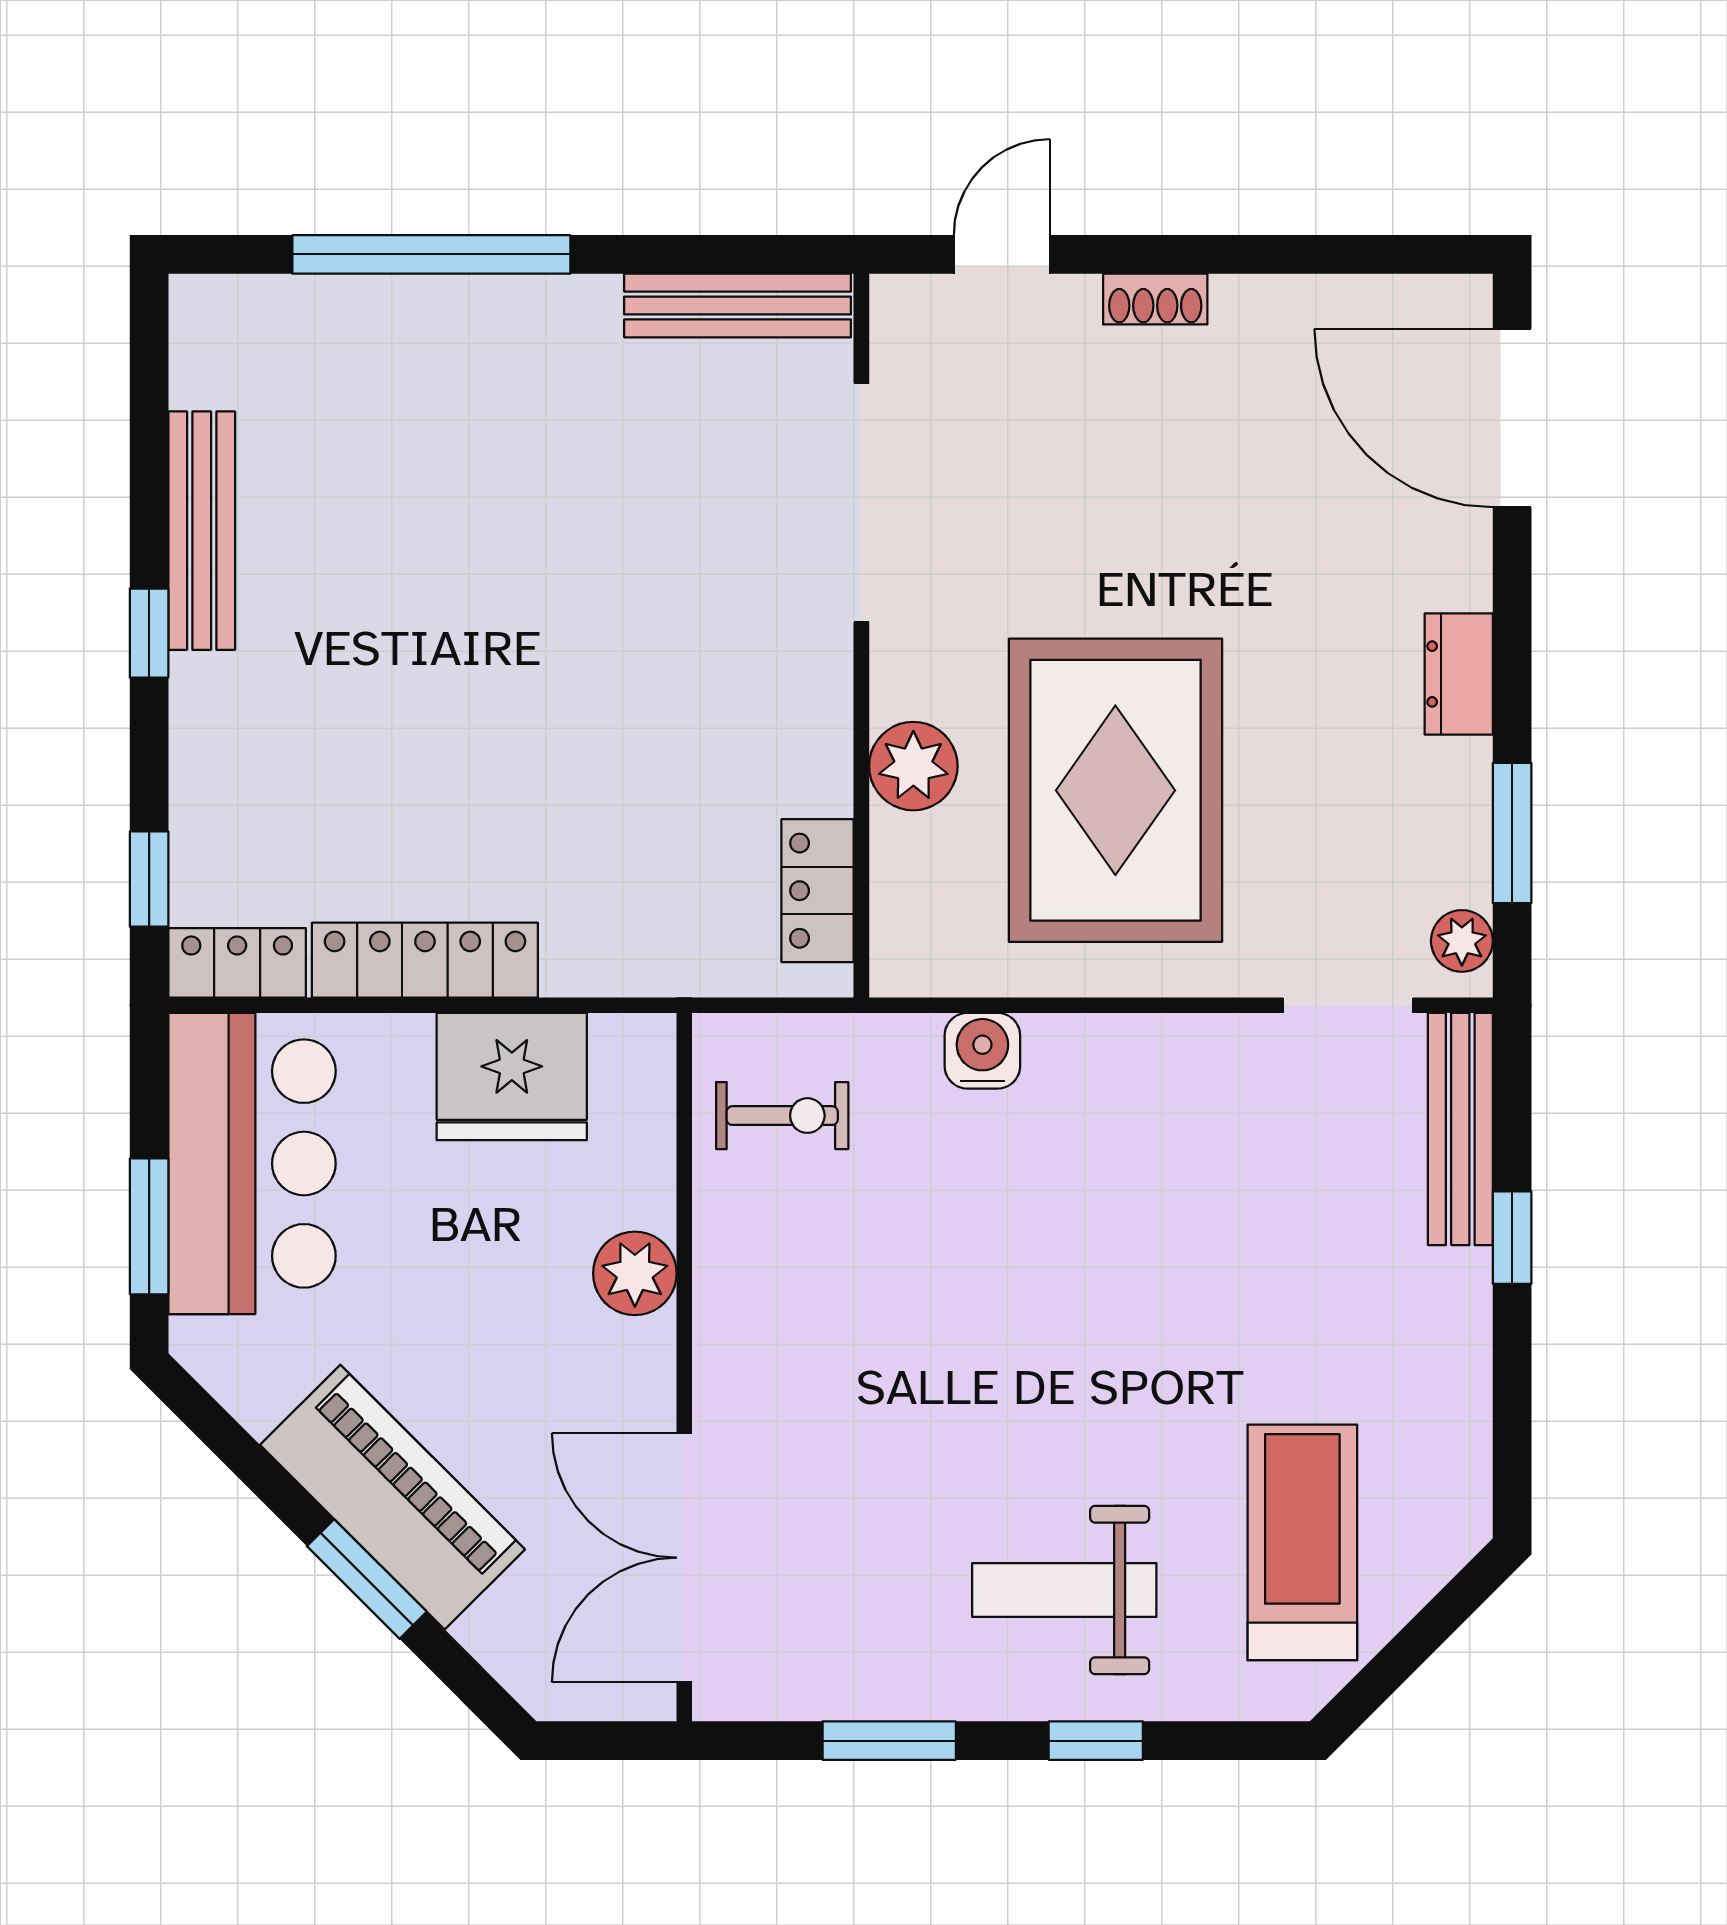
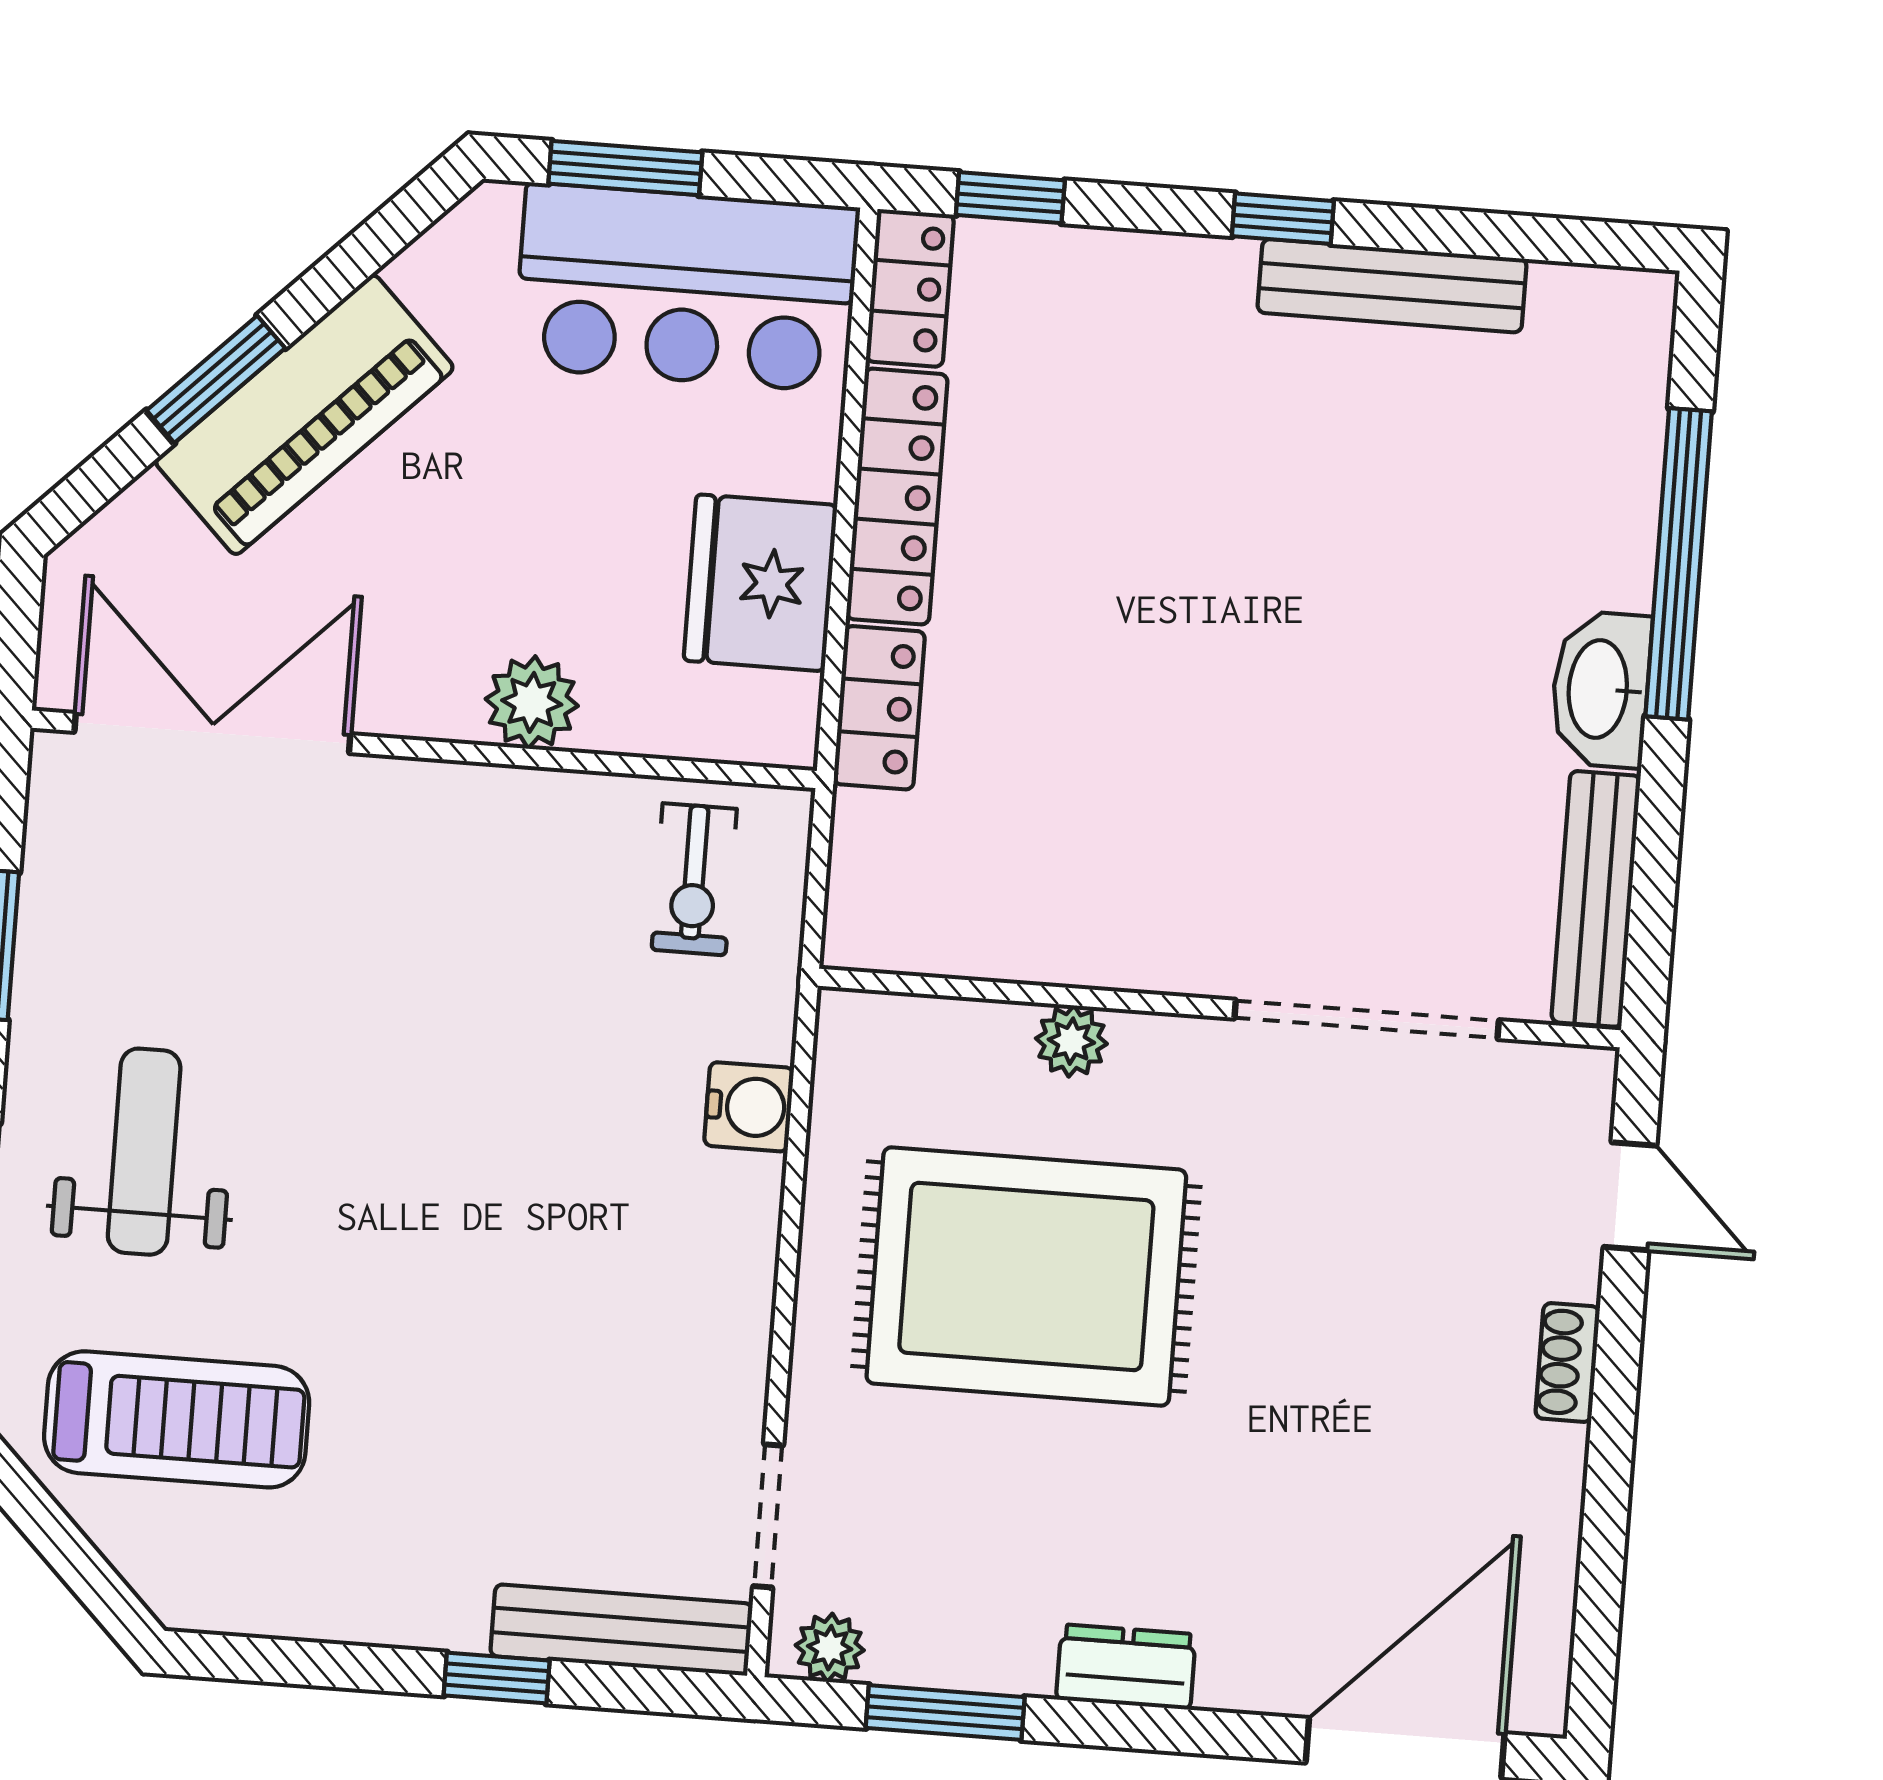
washbasin: (549, 316) -> (1601, 689), added
plant: (913, 766) -> (1071, 1041), width x0.73, depth x0.73
locker: (818, 891) -> (879, 708), moved, turned 90

